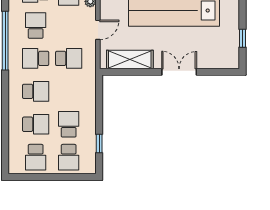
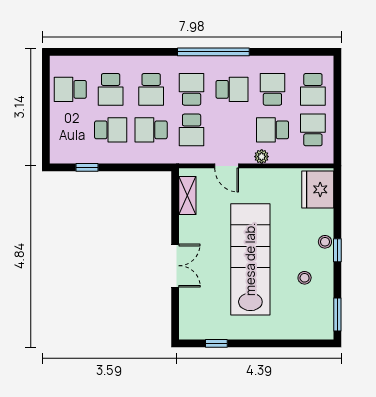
shelving: (130, 59) -> (187, 195), width x0.67, depth x0.75
school desk: (69, 157) -> (151, 130), moved

